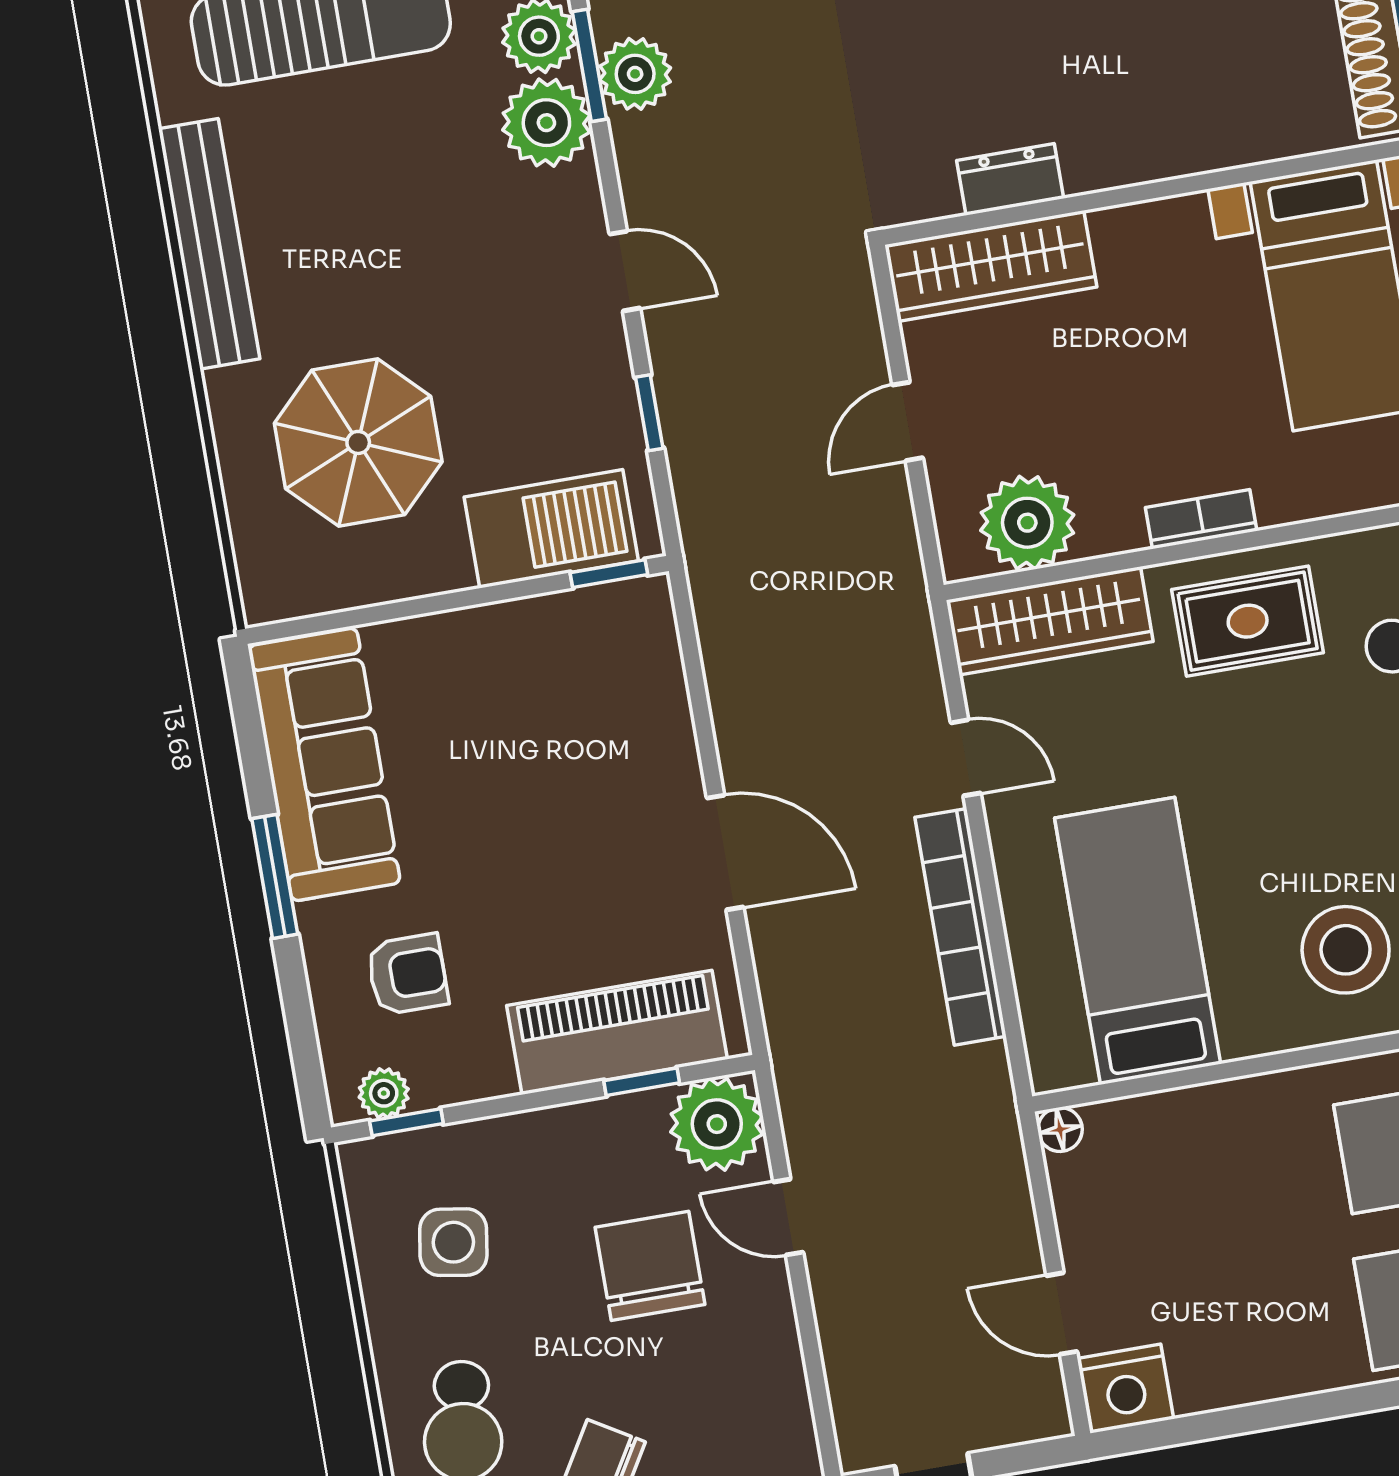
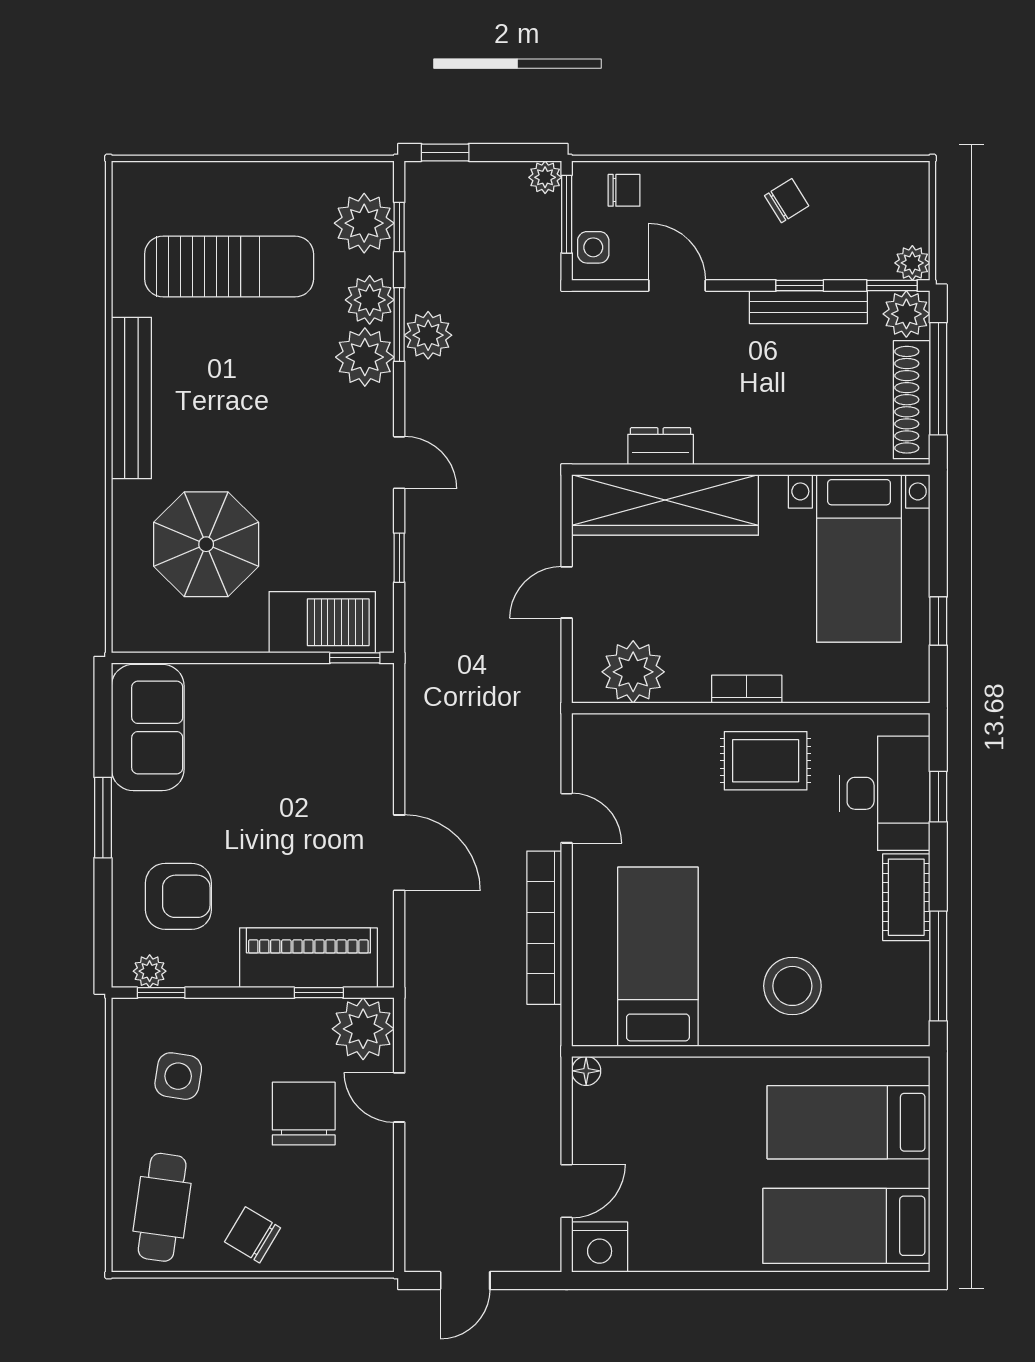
wardrobe: (991, 266) -> (665, 505), width x1.40, depth x1.17
wardrobe: (1050, 621) -> (637, 738), removed
sofa: (324, 764) -> (148, 728), width x0.73
armchair: (407, 974) -> (178, 896), width x1.38, depth x1.38
door: (1062, 1314) -> (567, 1191), swing flipped

